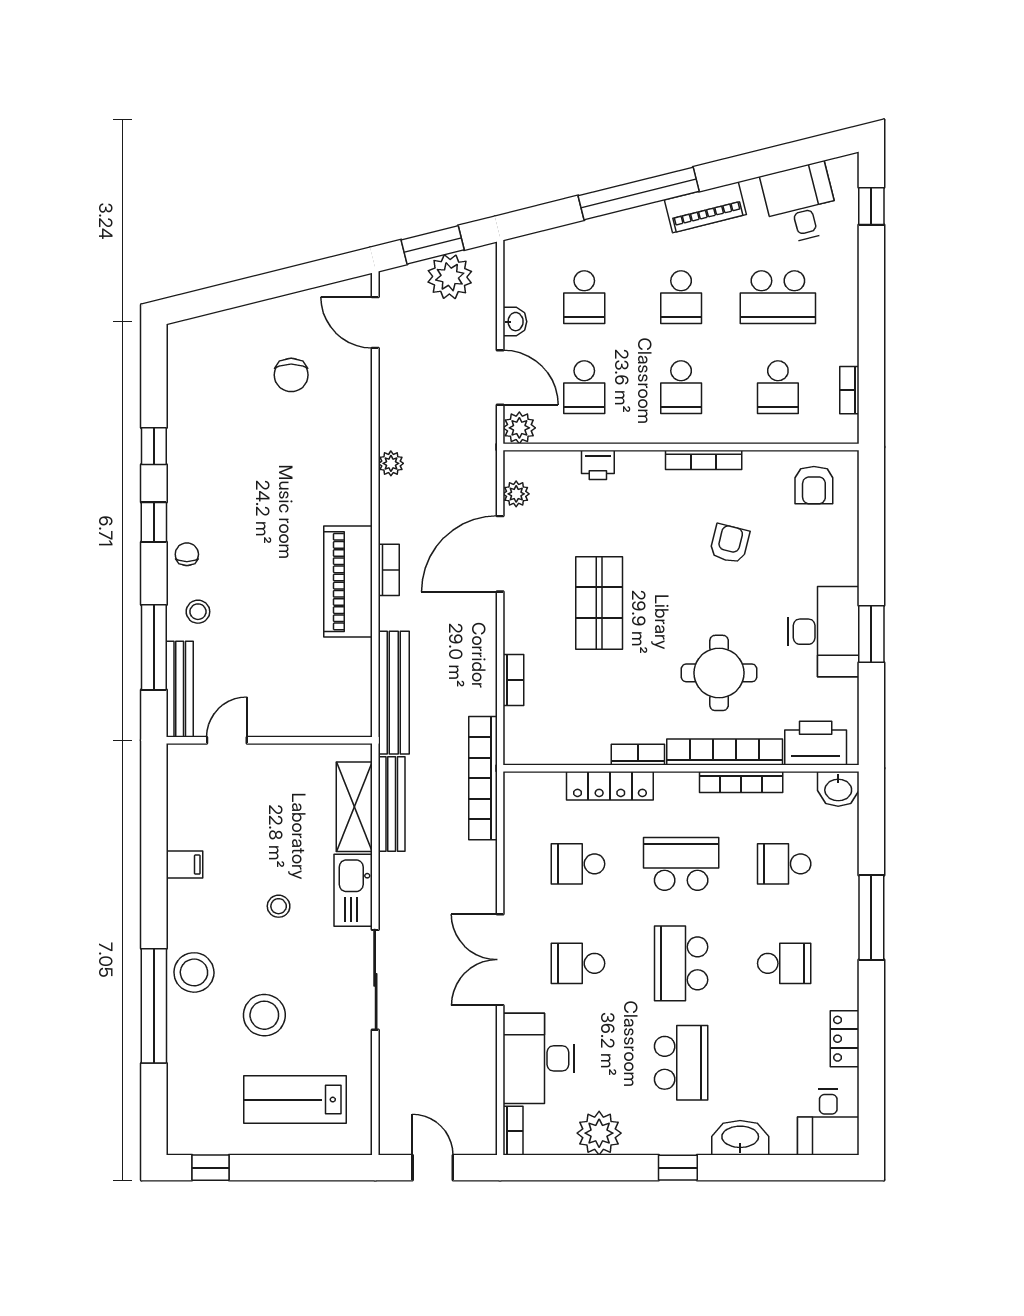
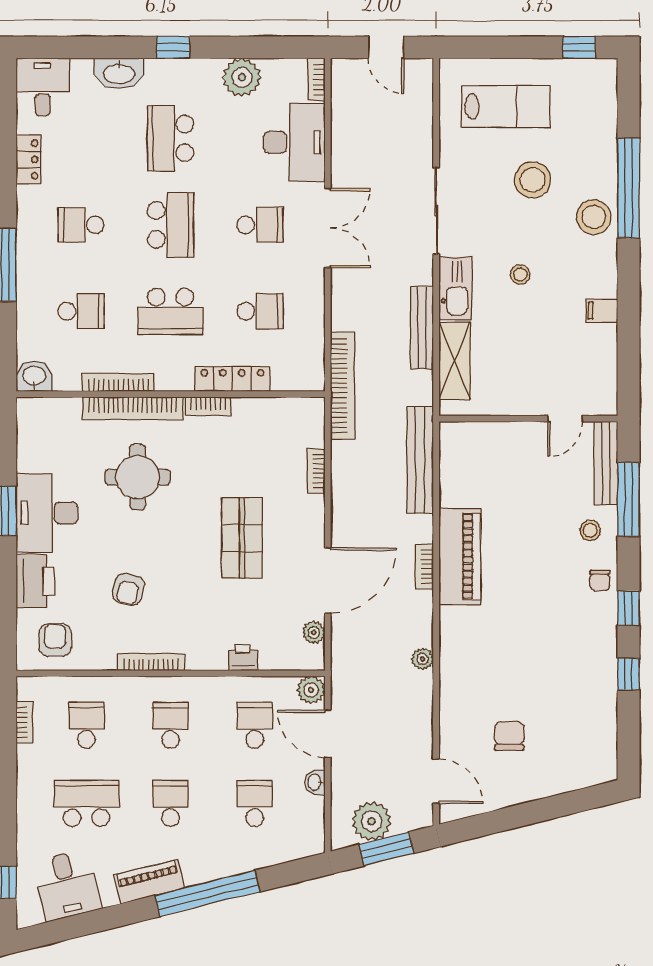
printer: (816, 743) -> (35, 581), moved, turned -90
bench: (392, 804) -> (422, 328), moved

